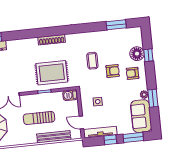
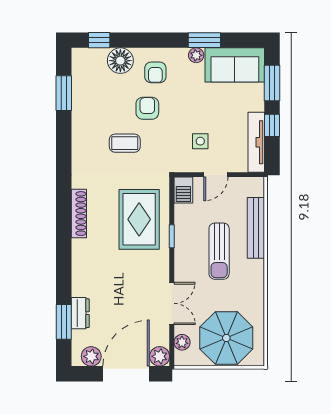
window: (148, 55) -> (99, 40), moved
door: (81, 123) -> (216, 175), moved

